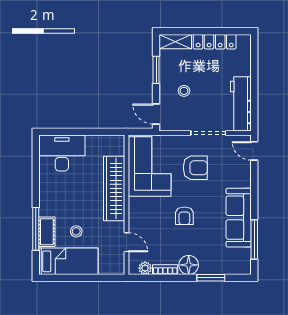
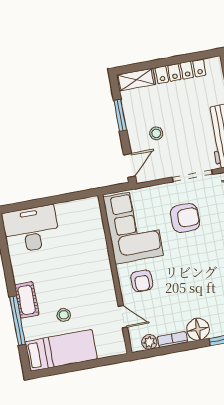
door: (156, 114) -> (129, 165), swing flipped
wardrobe: (114, 188) -> (98, 258), removed
armchair: (184, 216) -> (142, 281), moved
cot: (47, 232) -> (27, 300), moved

